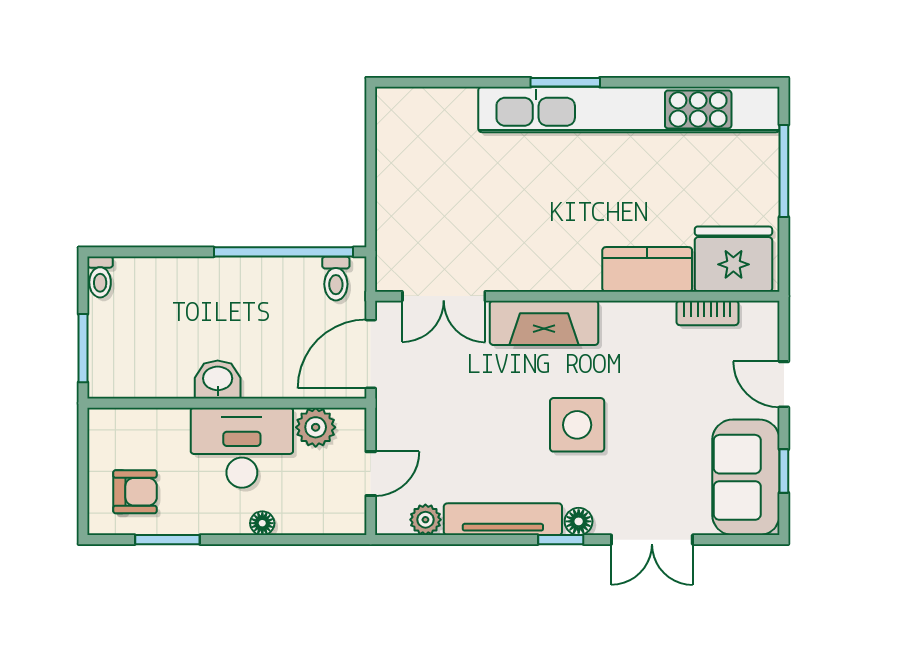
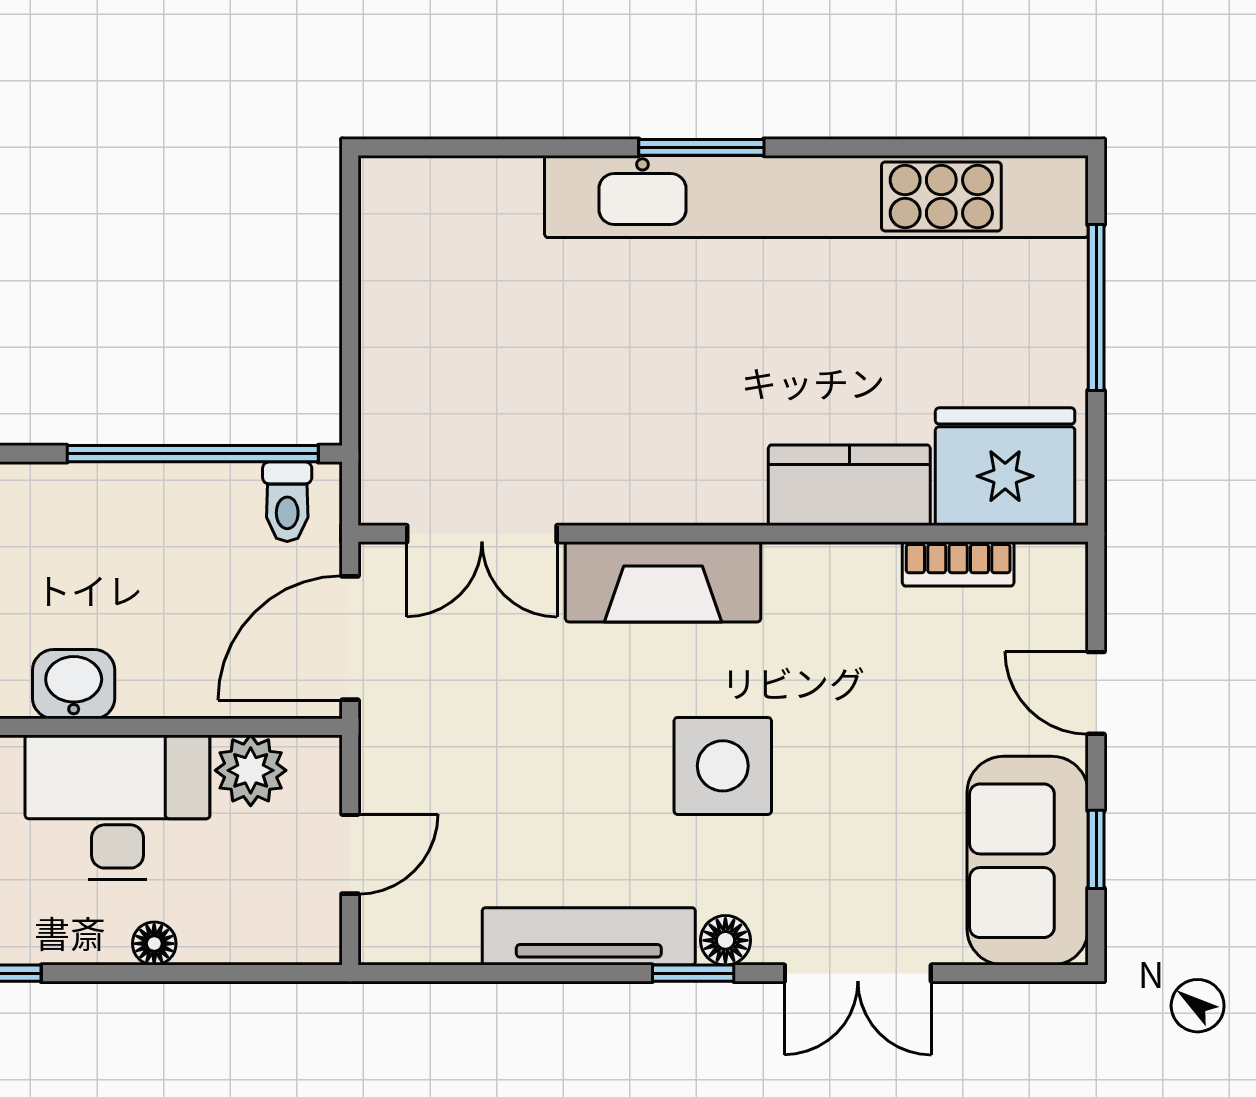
plant: (425, 520) -> (449, 937), removed

